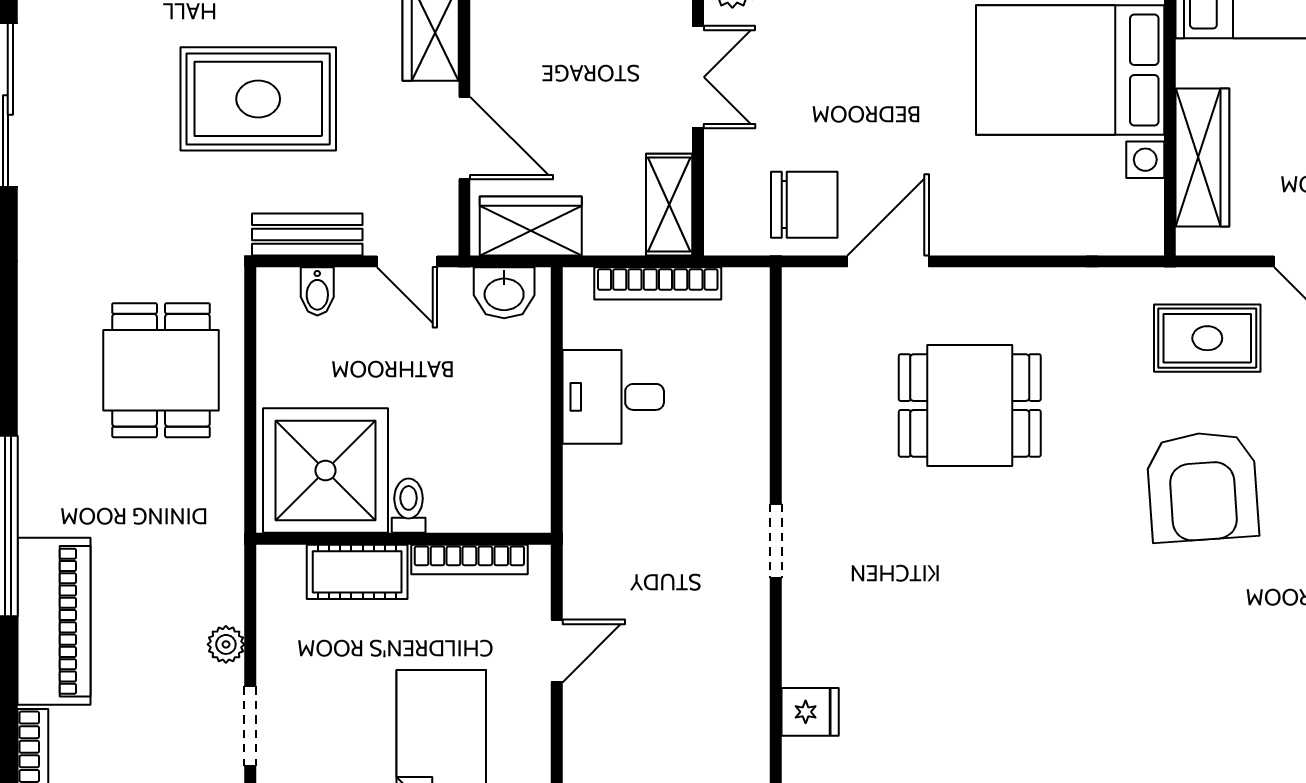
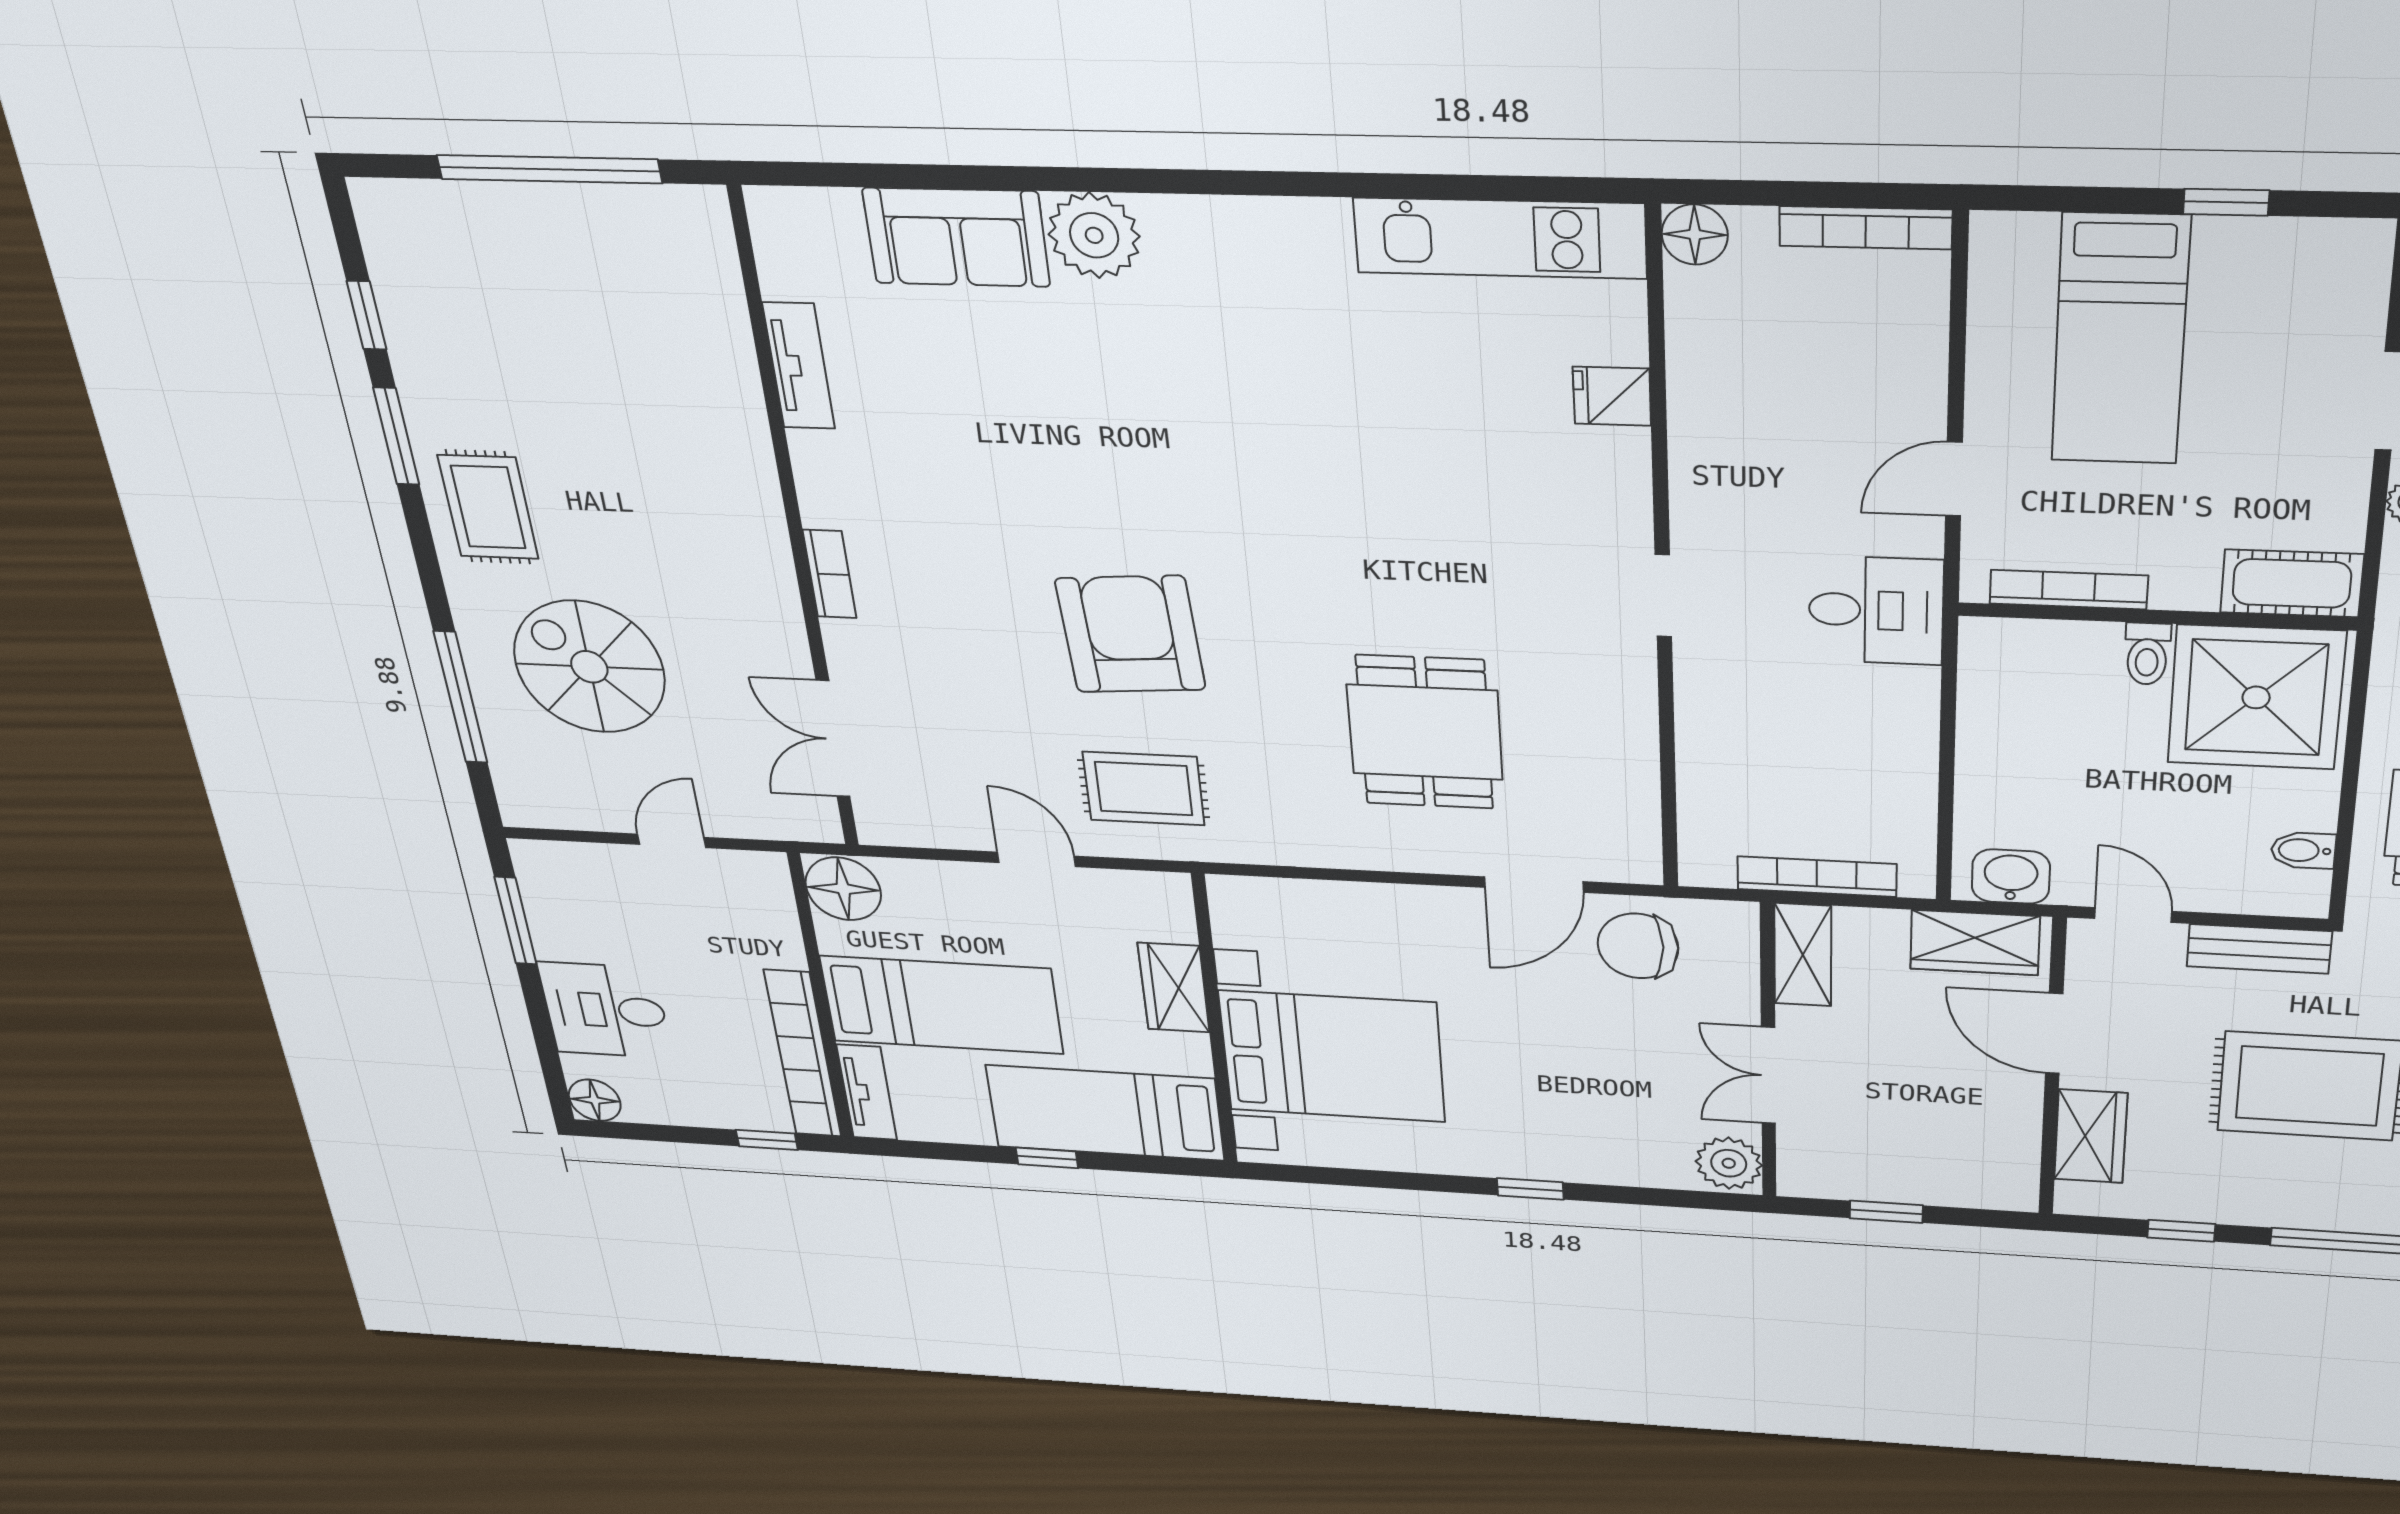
wardrobe: (1202, 157) -> (1174, 988), width x0.67
bidet: (317, 291) -> (2303, 850), moved, turned -90
desk: (613, 397) -> (1876, 610), moved
dining table: (970, 405) -> (1425, 732), turned 90
cot: (357, 572) -> (2292, 583), moved

